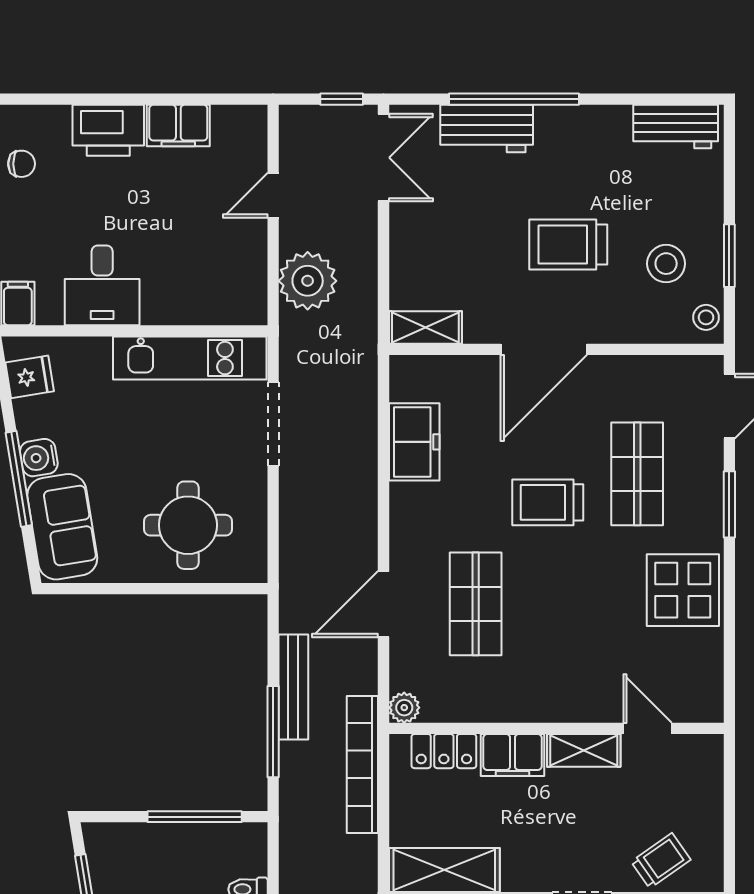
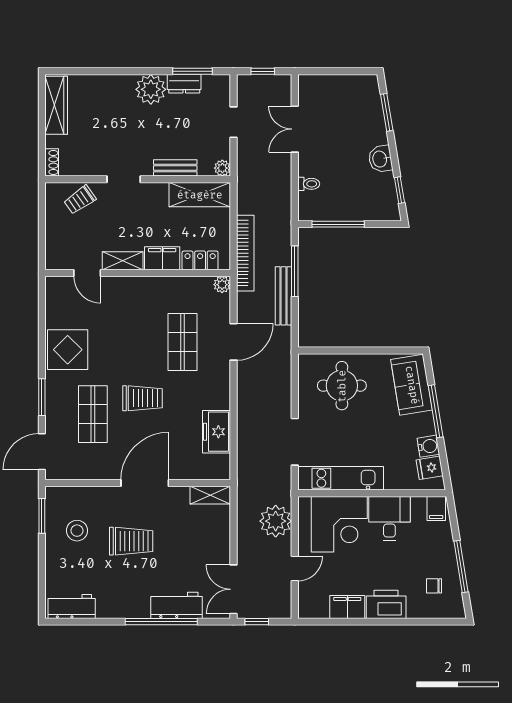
window: (729, 256) -> (42, 516), moved
corner desk: (193, 275) -> (339, 524), added
stool: (706, 317) -> (55, 501), removed
water cooler: (39, 458) -> (428, 446), moved

